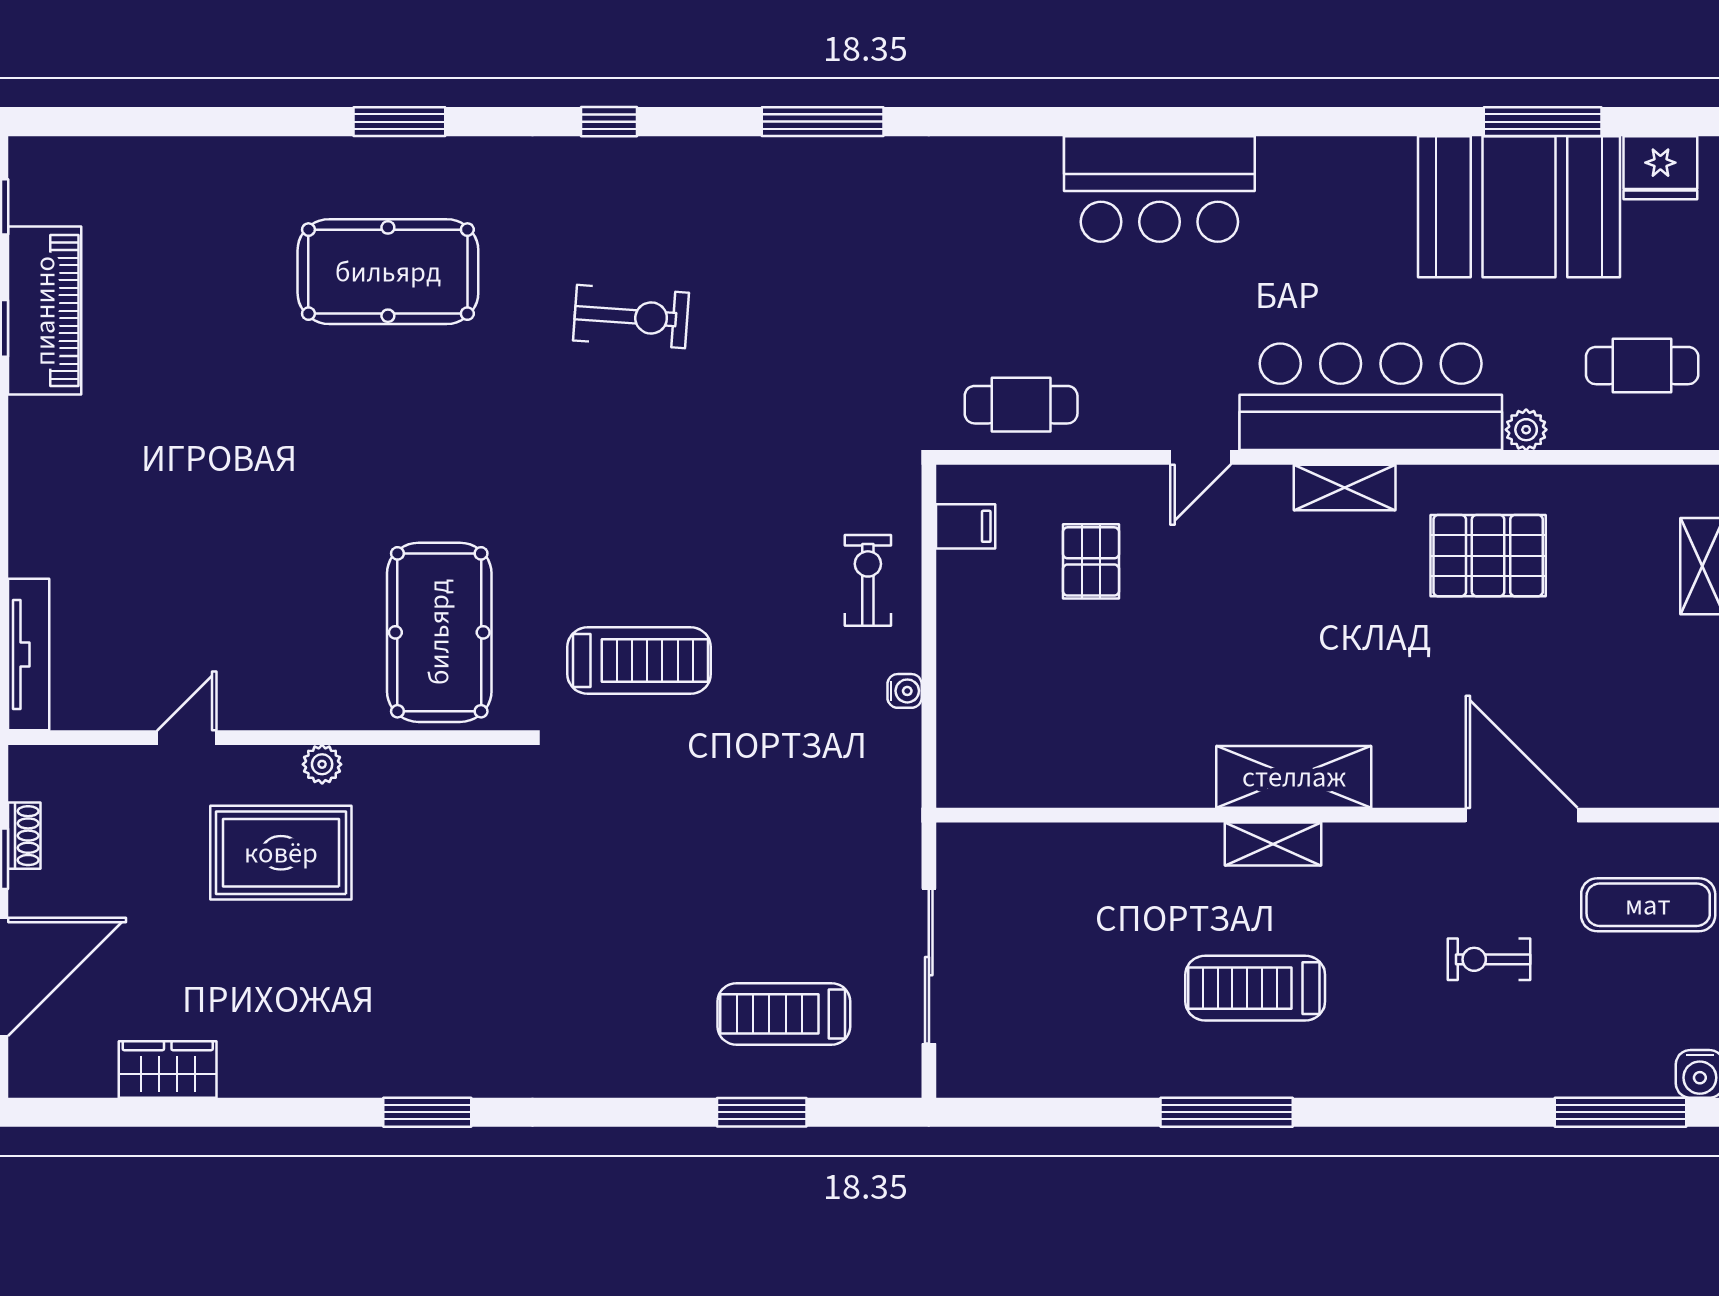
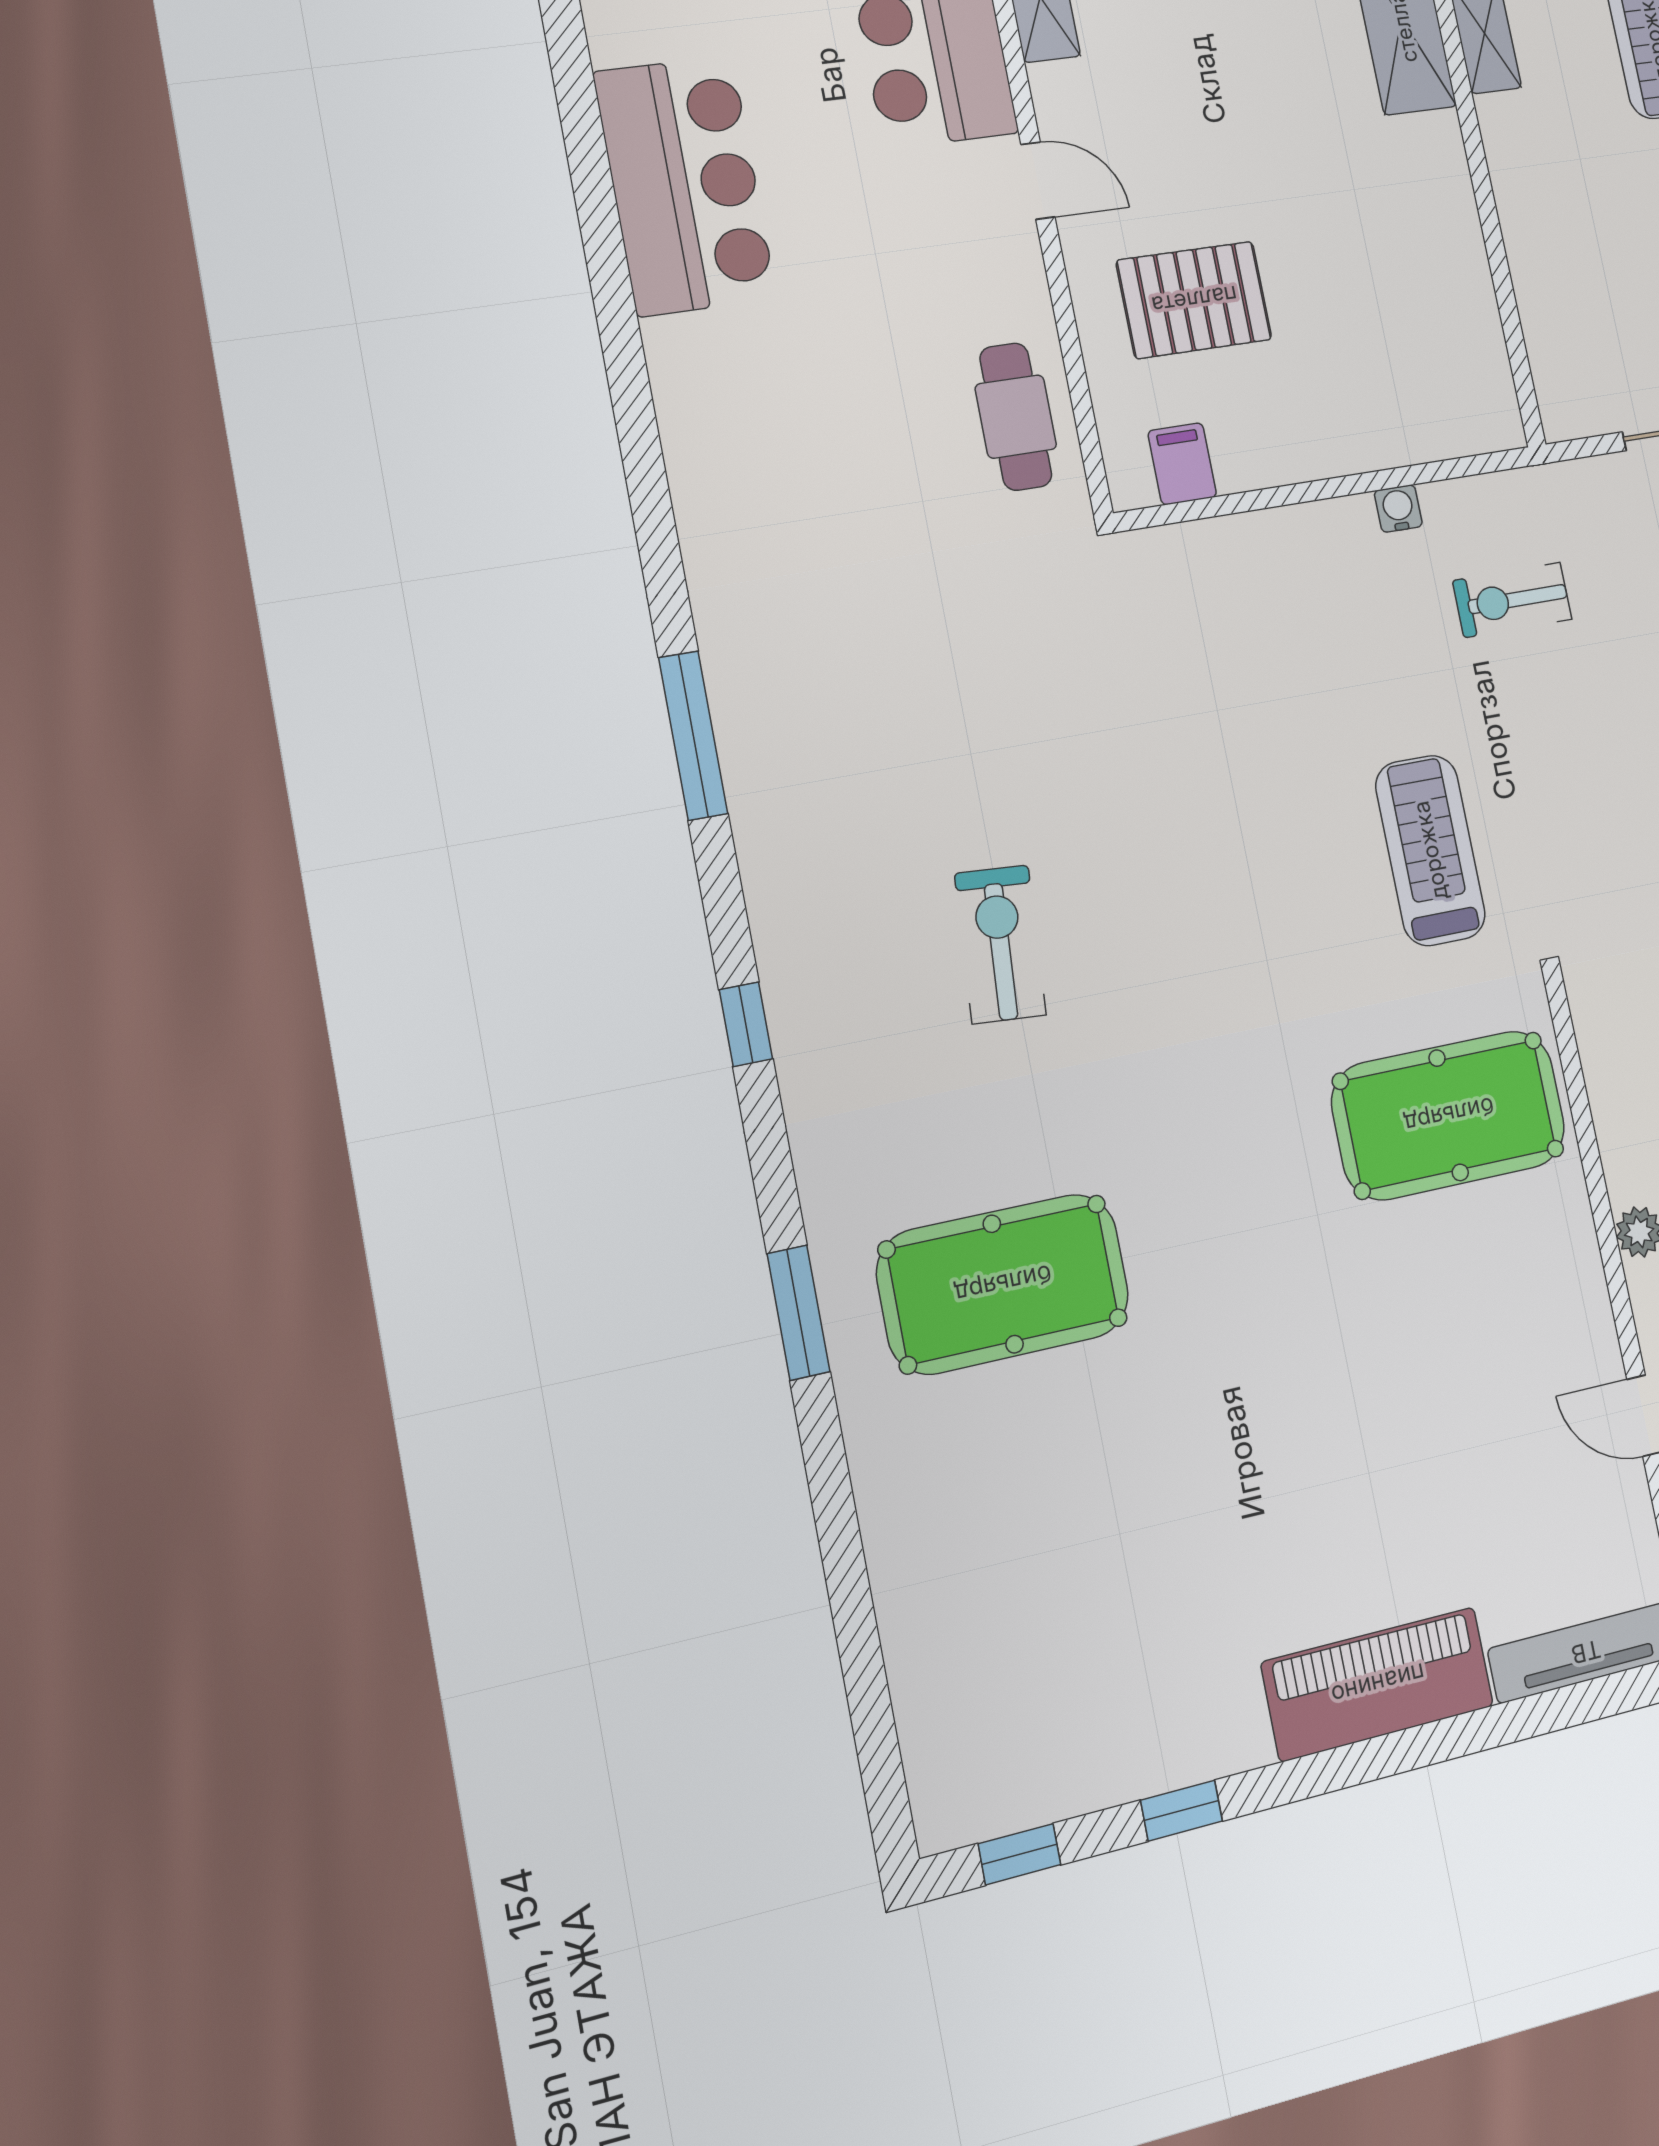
bar counter: (1159, 189) -> (685, 185), moved
pool table: (388, 272) -> (1003, 1284), turned 90
piano: (45, 311) -> (1378, 1684), moved
pallet: (1091, 561) -> (1194, 300), width x1.50, depth x1.42
exercise bike: (868, 580) -> (1512, 600), moved

